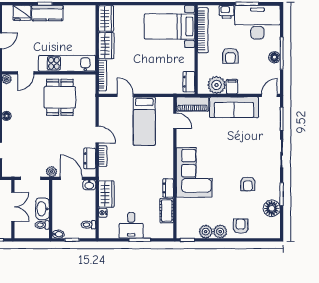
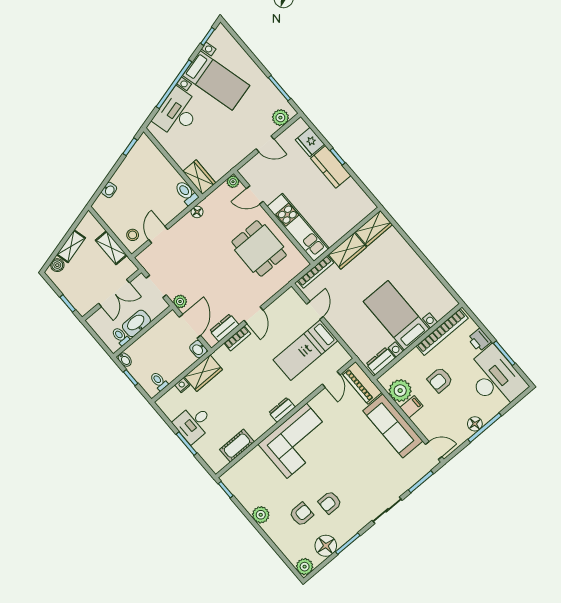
bed with nightstands: (170, 26) -> (396, 315), moved
dining table: (60, 97) -> (259, 248), turned 90
dresser: (168, 188) -> (282, 410), moved
armchair: (241, 226) -> (301, 514), moved
plant: (206, 232) -> (305, 567), moved

